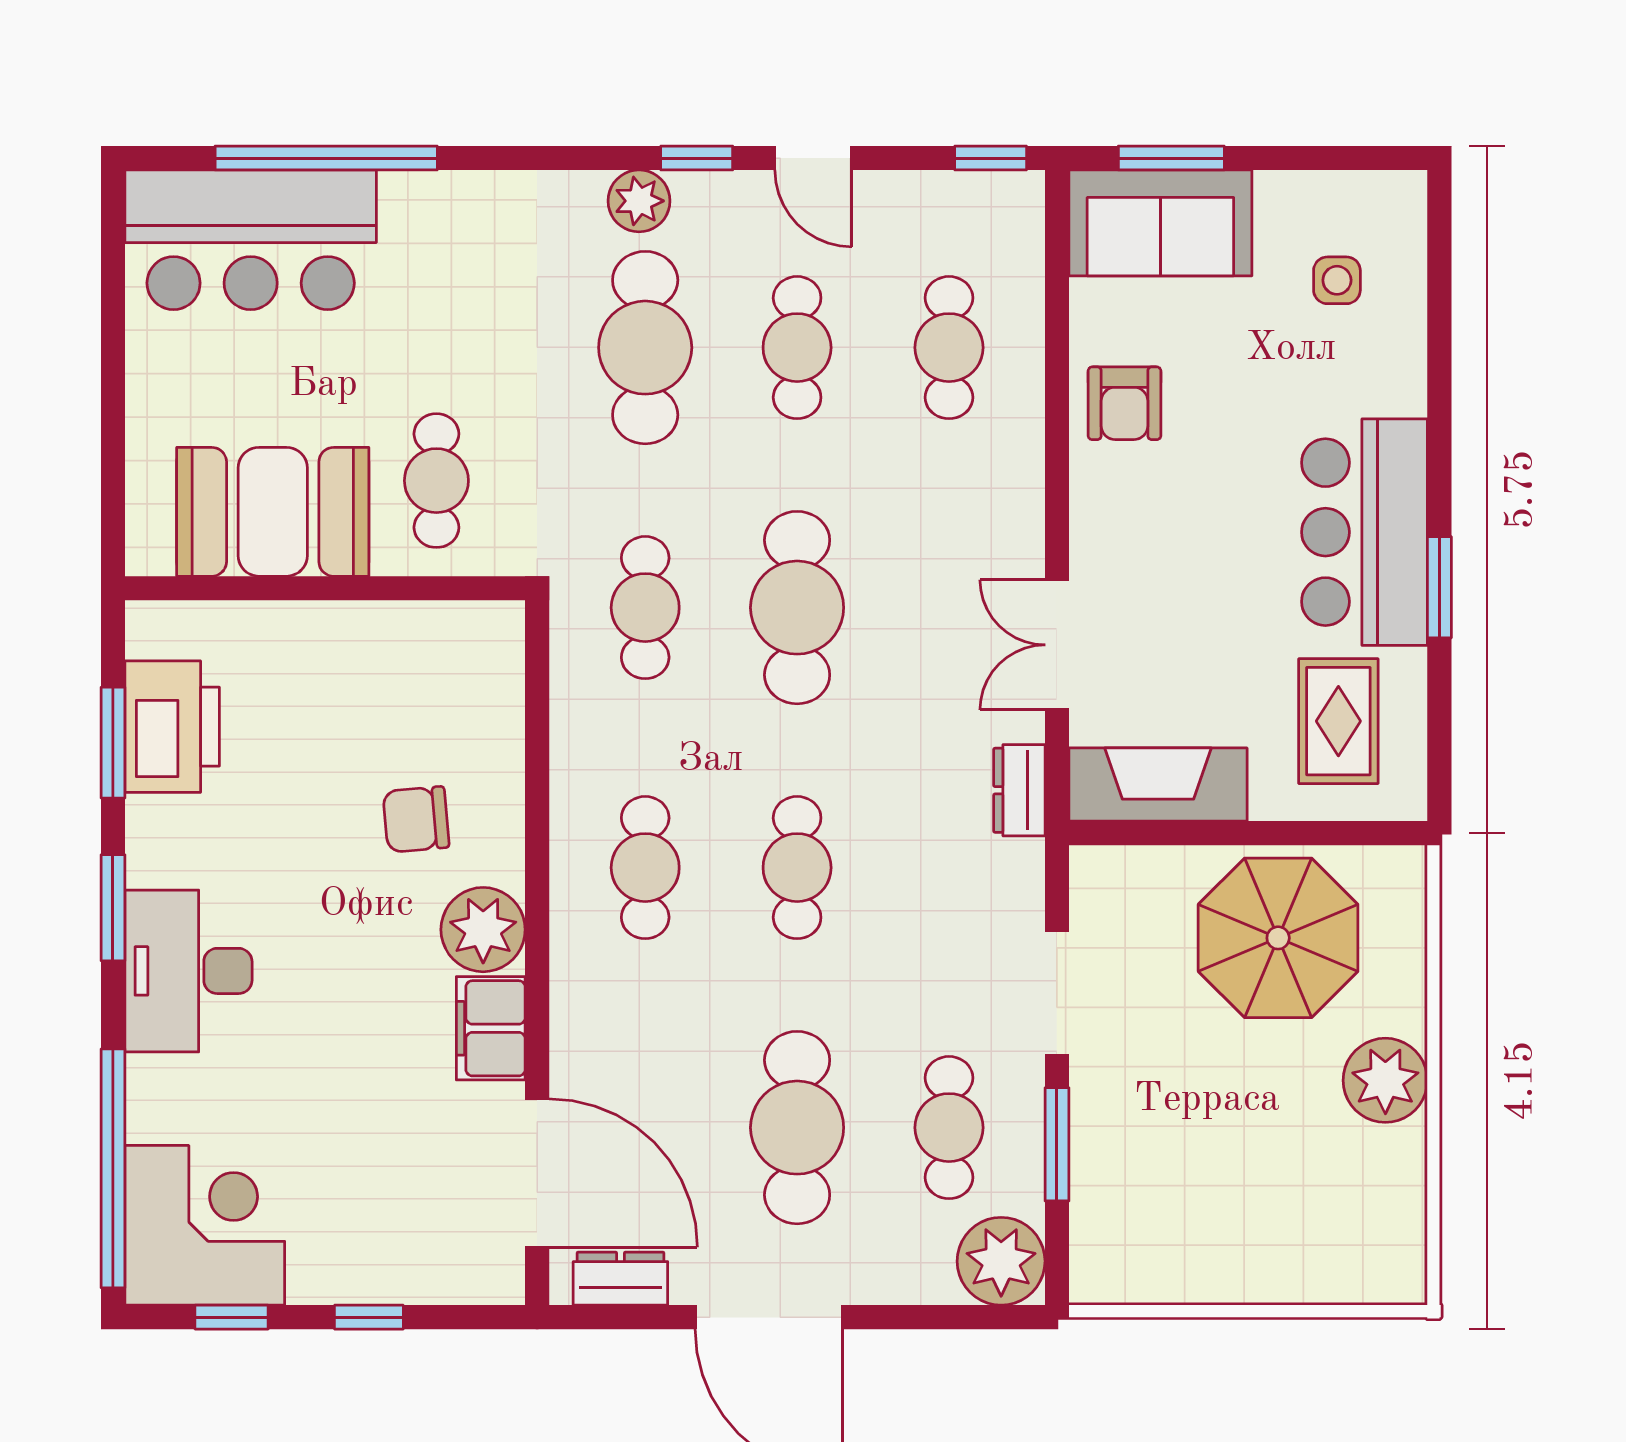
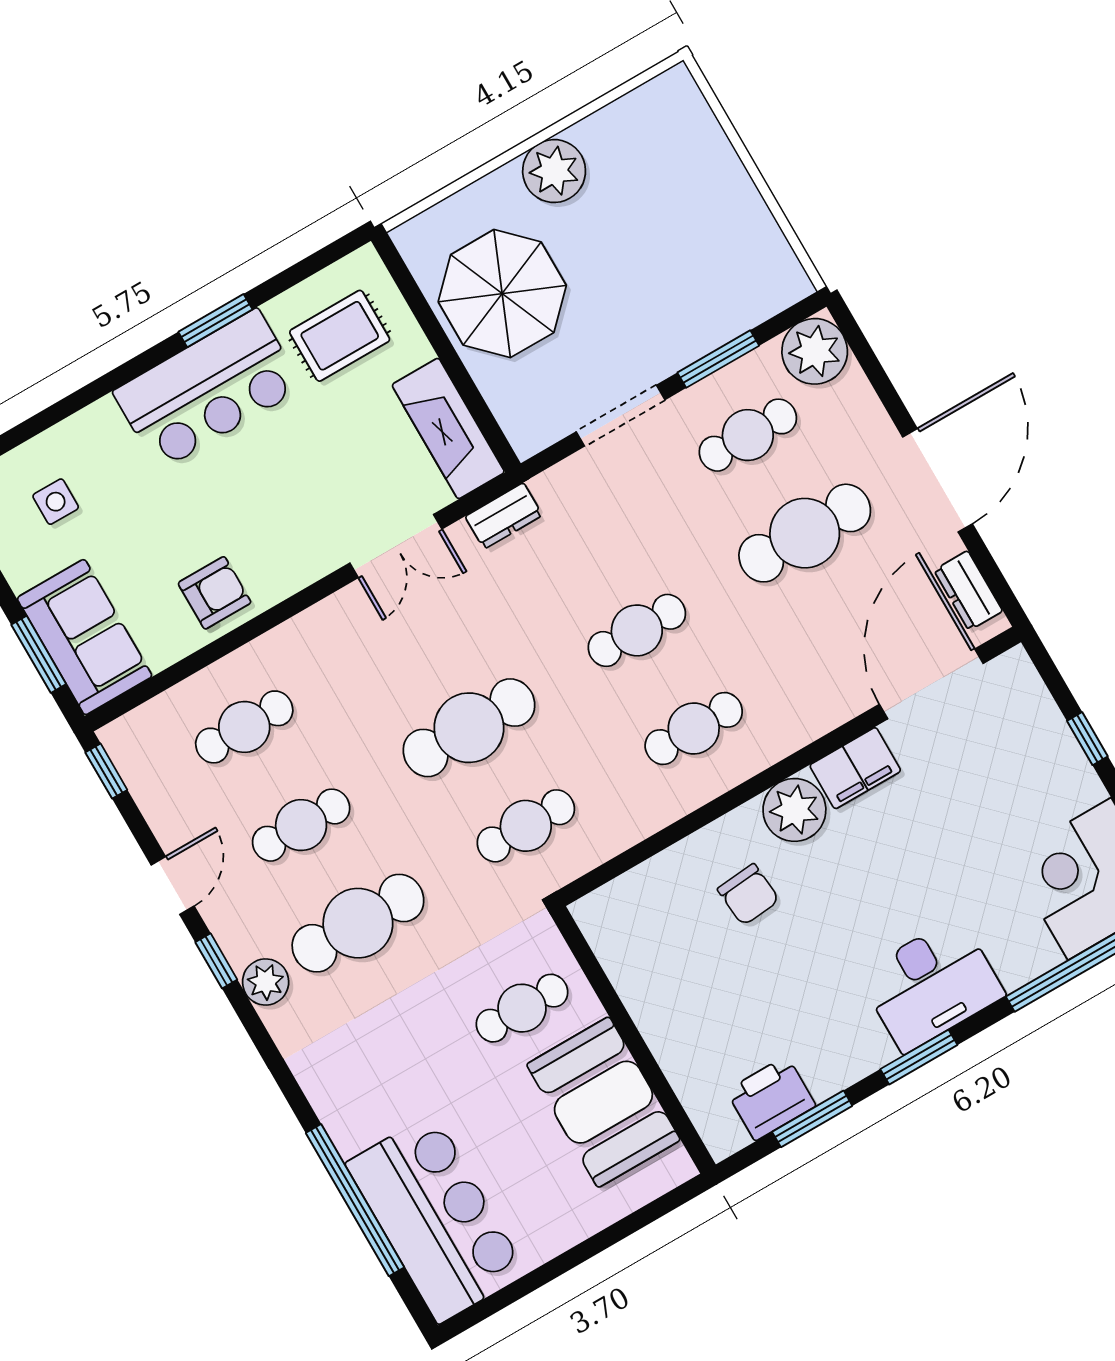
printer: (172, 727) -> (771, 1098), width x0.73, depth x0.84

